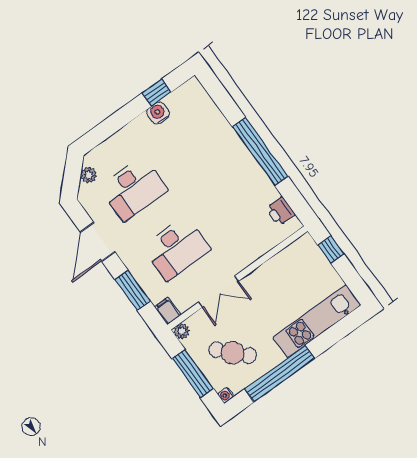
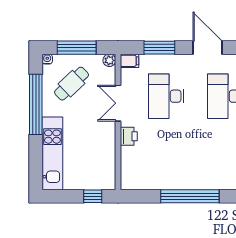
printer: (281, 211) -> (129, 136), moved, turned 90

